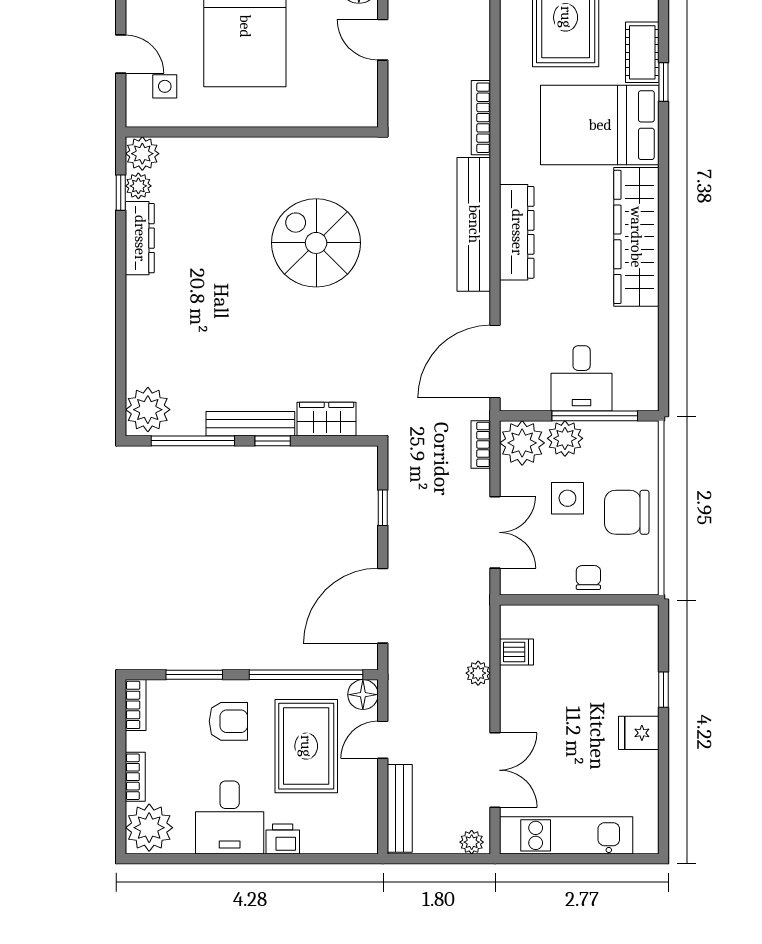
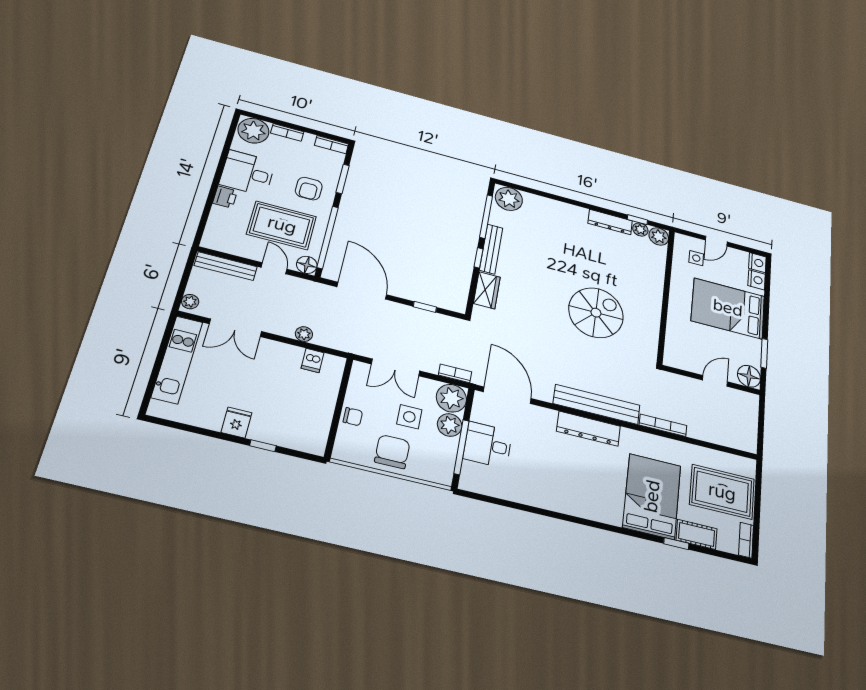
wardrobe: (636, 237) -> (577, 502), removed

